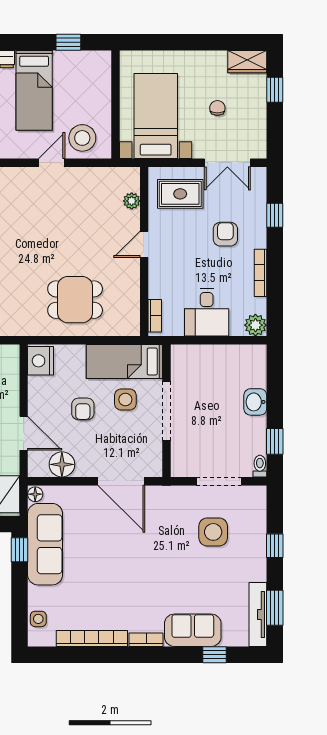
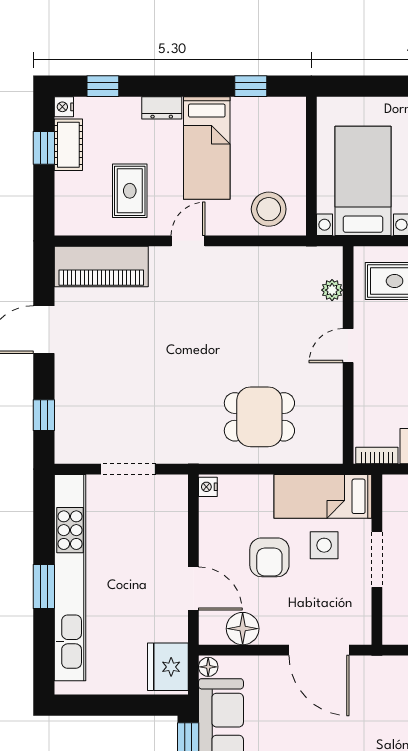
door: (52, 163) -> (188, 241), moved
bookcase: (155, 316) -> (377, 455), moved, turned -90
nightstand: (41, 361) -> (208, 487), width x0.53, depth x0.56
armchair: (83, 409) -> (269, 557), width x1.38, depth x1.38
doorway: (167, 411) -> (377, 560), width x0.73

